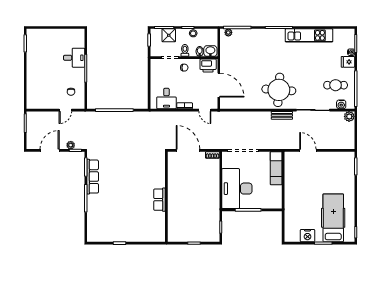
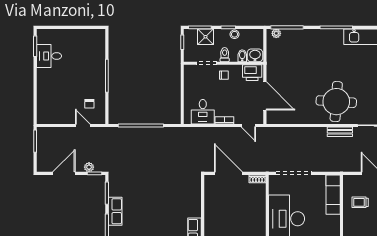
desk: (74, 58) -> (49, 56), moved, turned 180
door: (65, 110) -> (83, 126), swing flipped
trolley: (299, 175) -> (360, 202), added
row of seats: (93, 177) -> (115, 211), width x0.68

